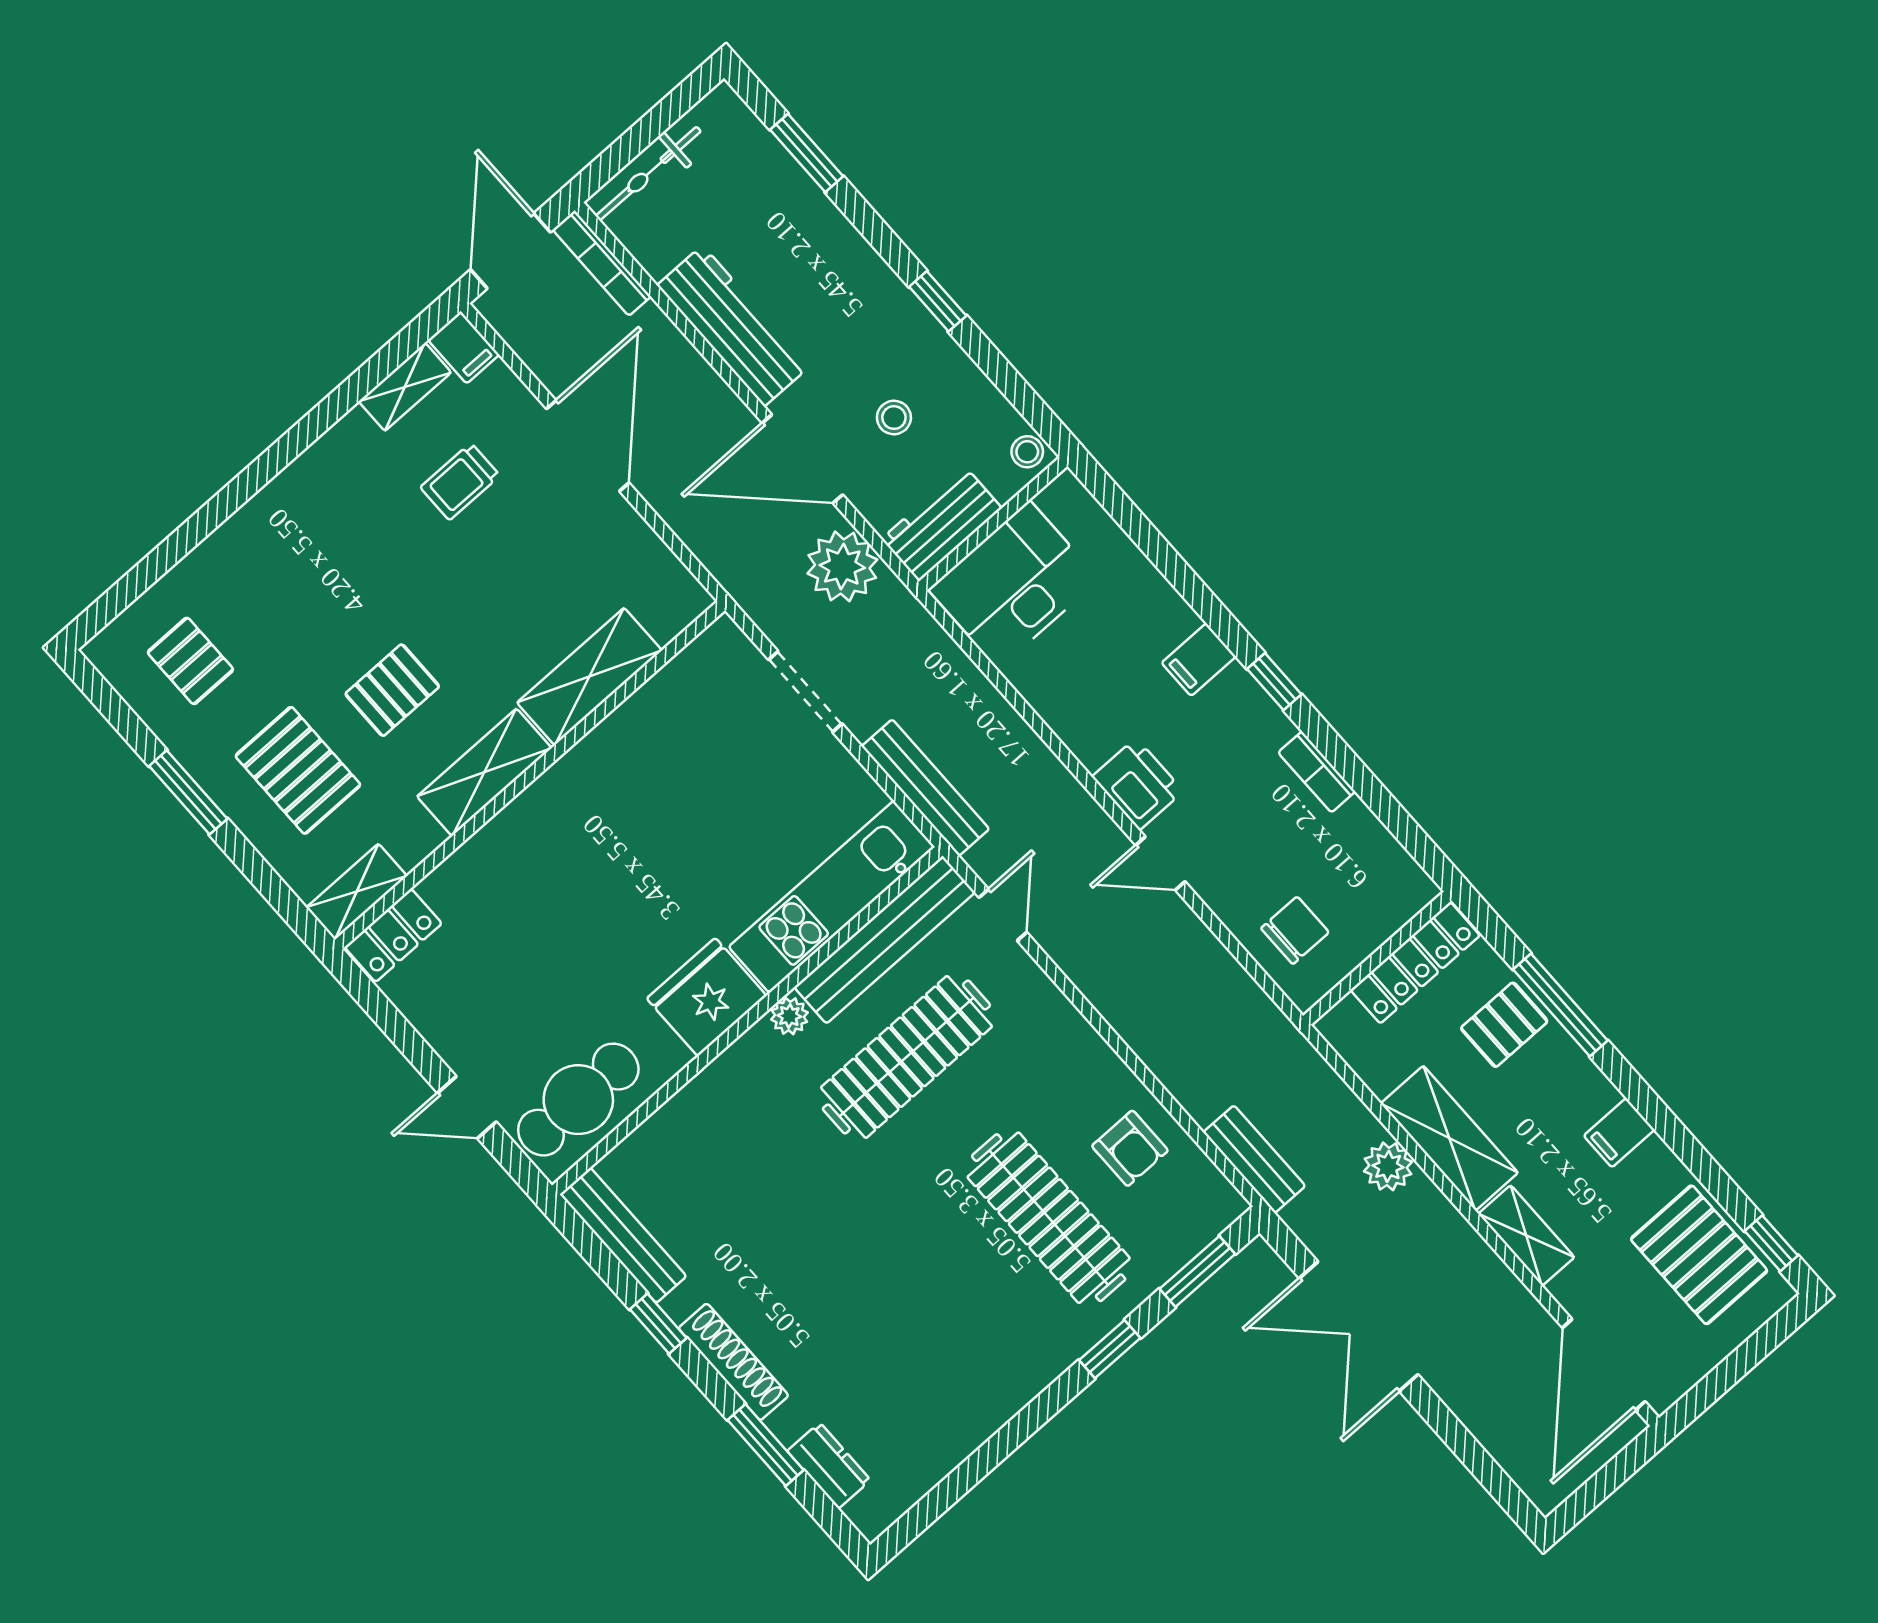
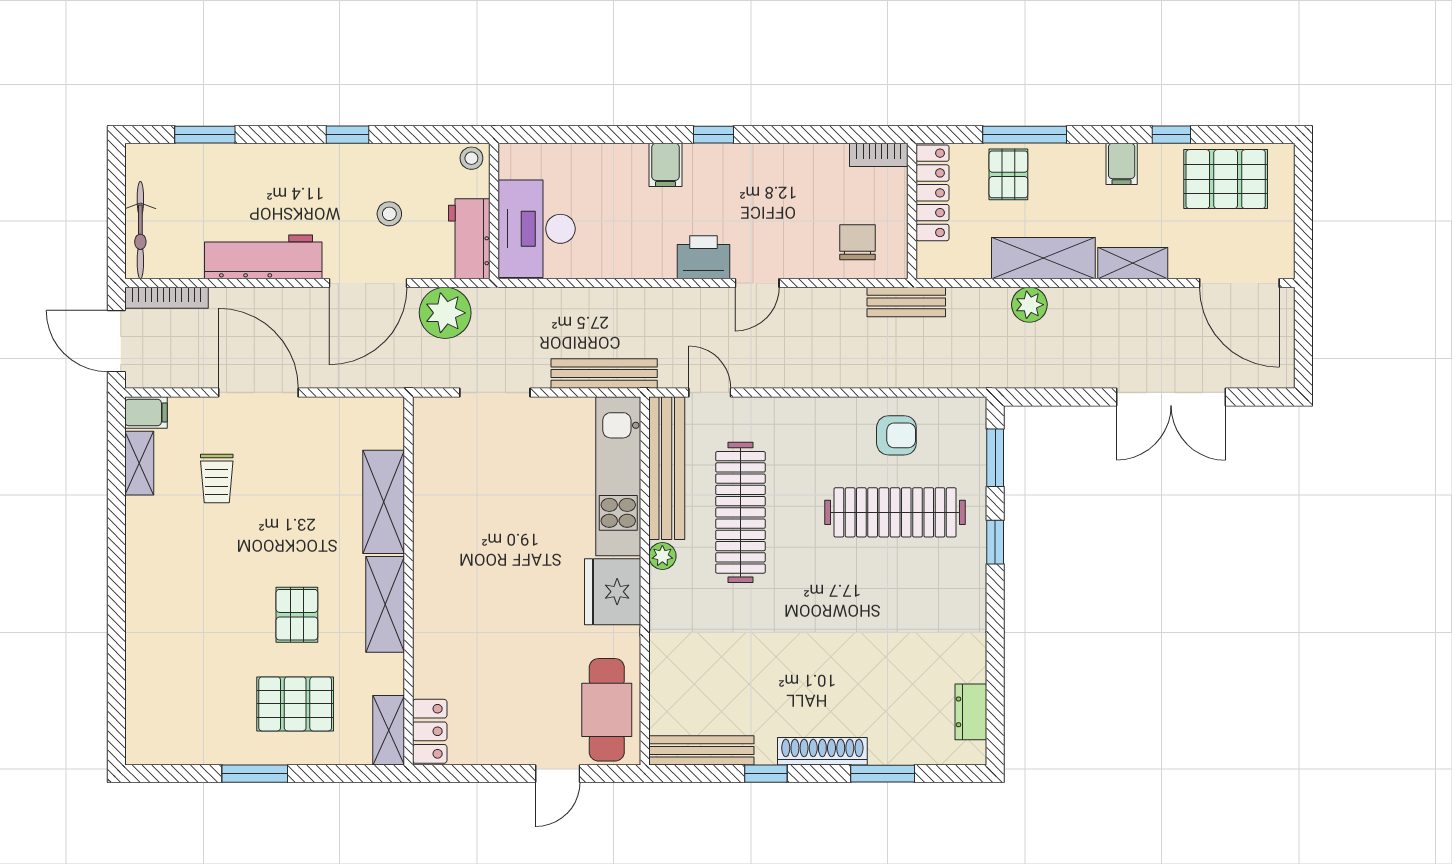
pallet: (190, 661) -> (185, 710), removed
bookcase: (1317, 772) -> (879, 155), moved
bench: (1254, 1159) -> (906, 302), moved
window: (1771, 1243) -> (1171, 135), moved
double door: (1359, 1326) -> (1171, 397), moved
dresser: (829, 1466) -> (971, 712), moved, turned -90

